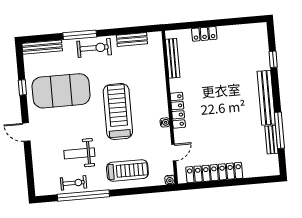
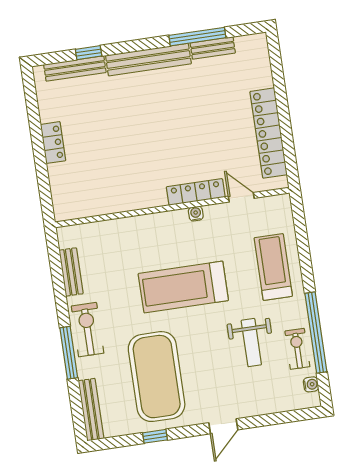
locker: (204, 34) -> (53, 143), moved
bench: (173, 58) -> (75, 69), moved
locker: (178, 110) -> (196, 192), moved
water cooler: (170, 180) -> (311, 384), moved

